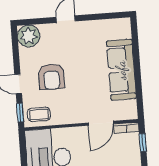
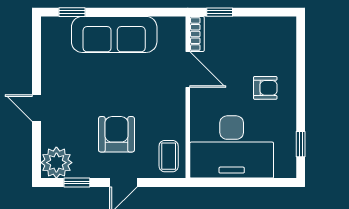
window: (135, 39) -> (72, 12), added
armchair: (52, 77) -> (116, 134), turned -90
window: (20, 112) -> (77, 182), moved

